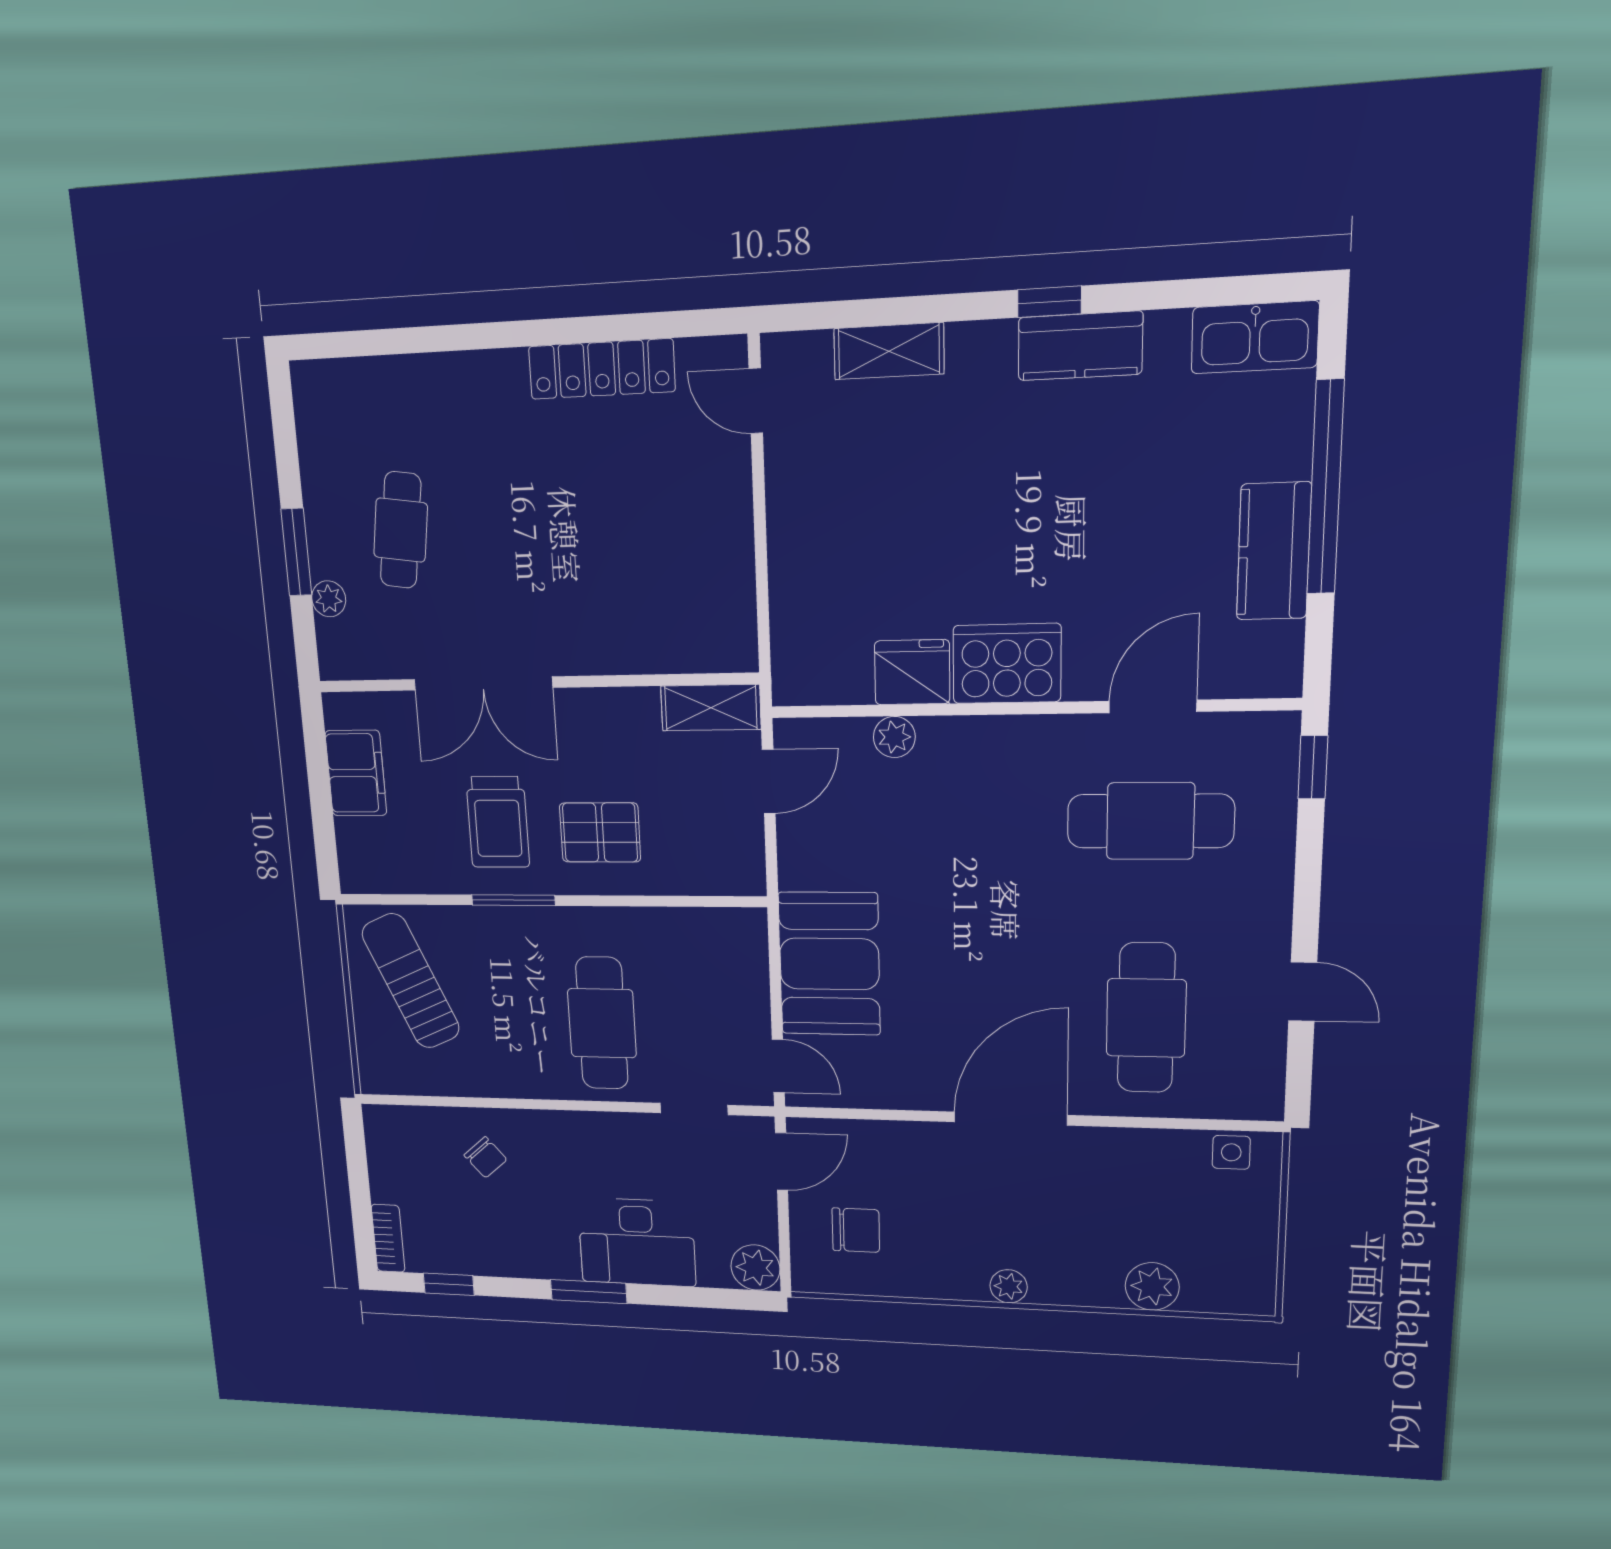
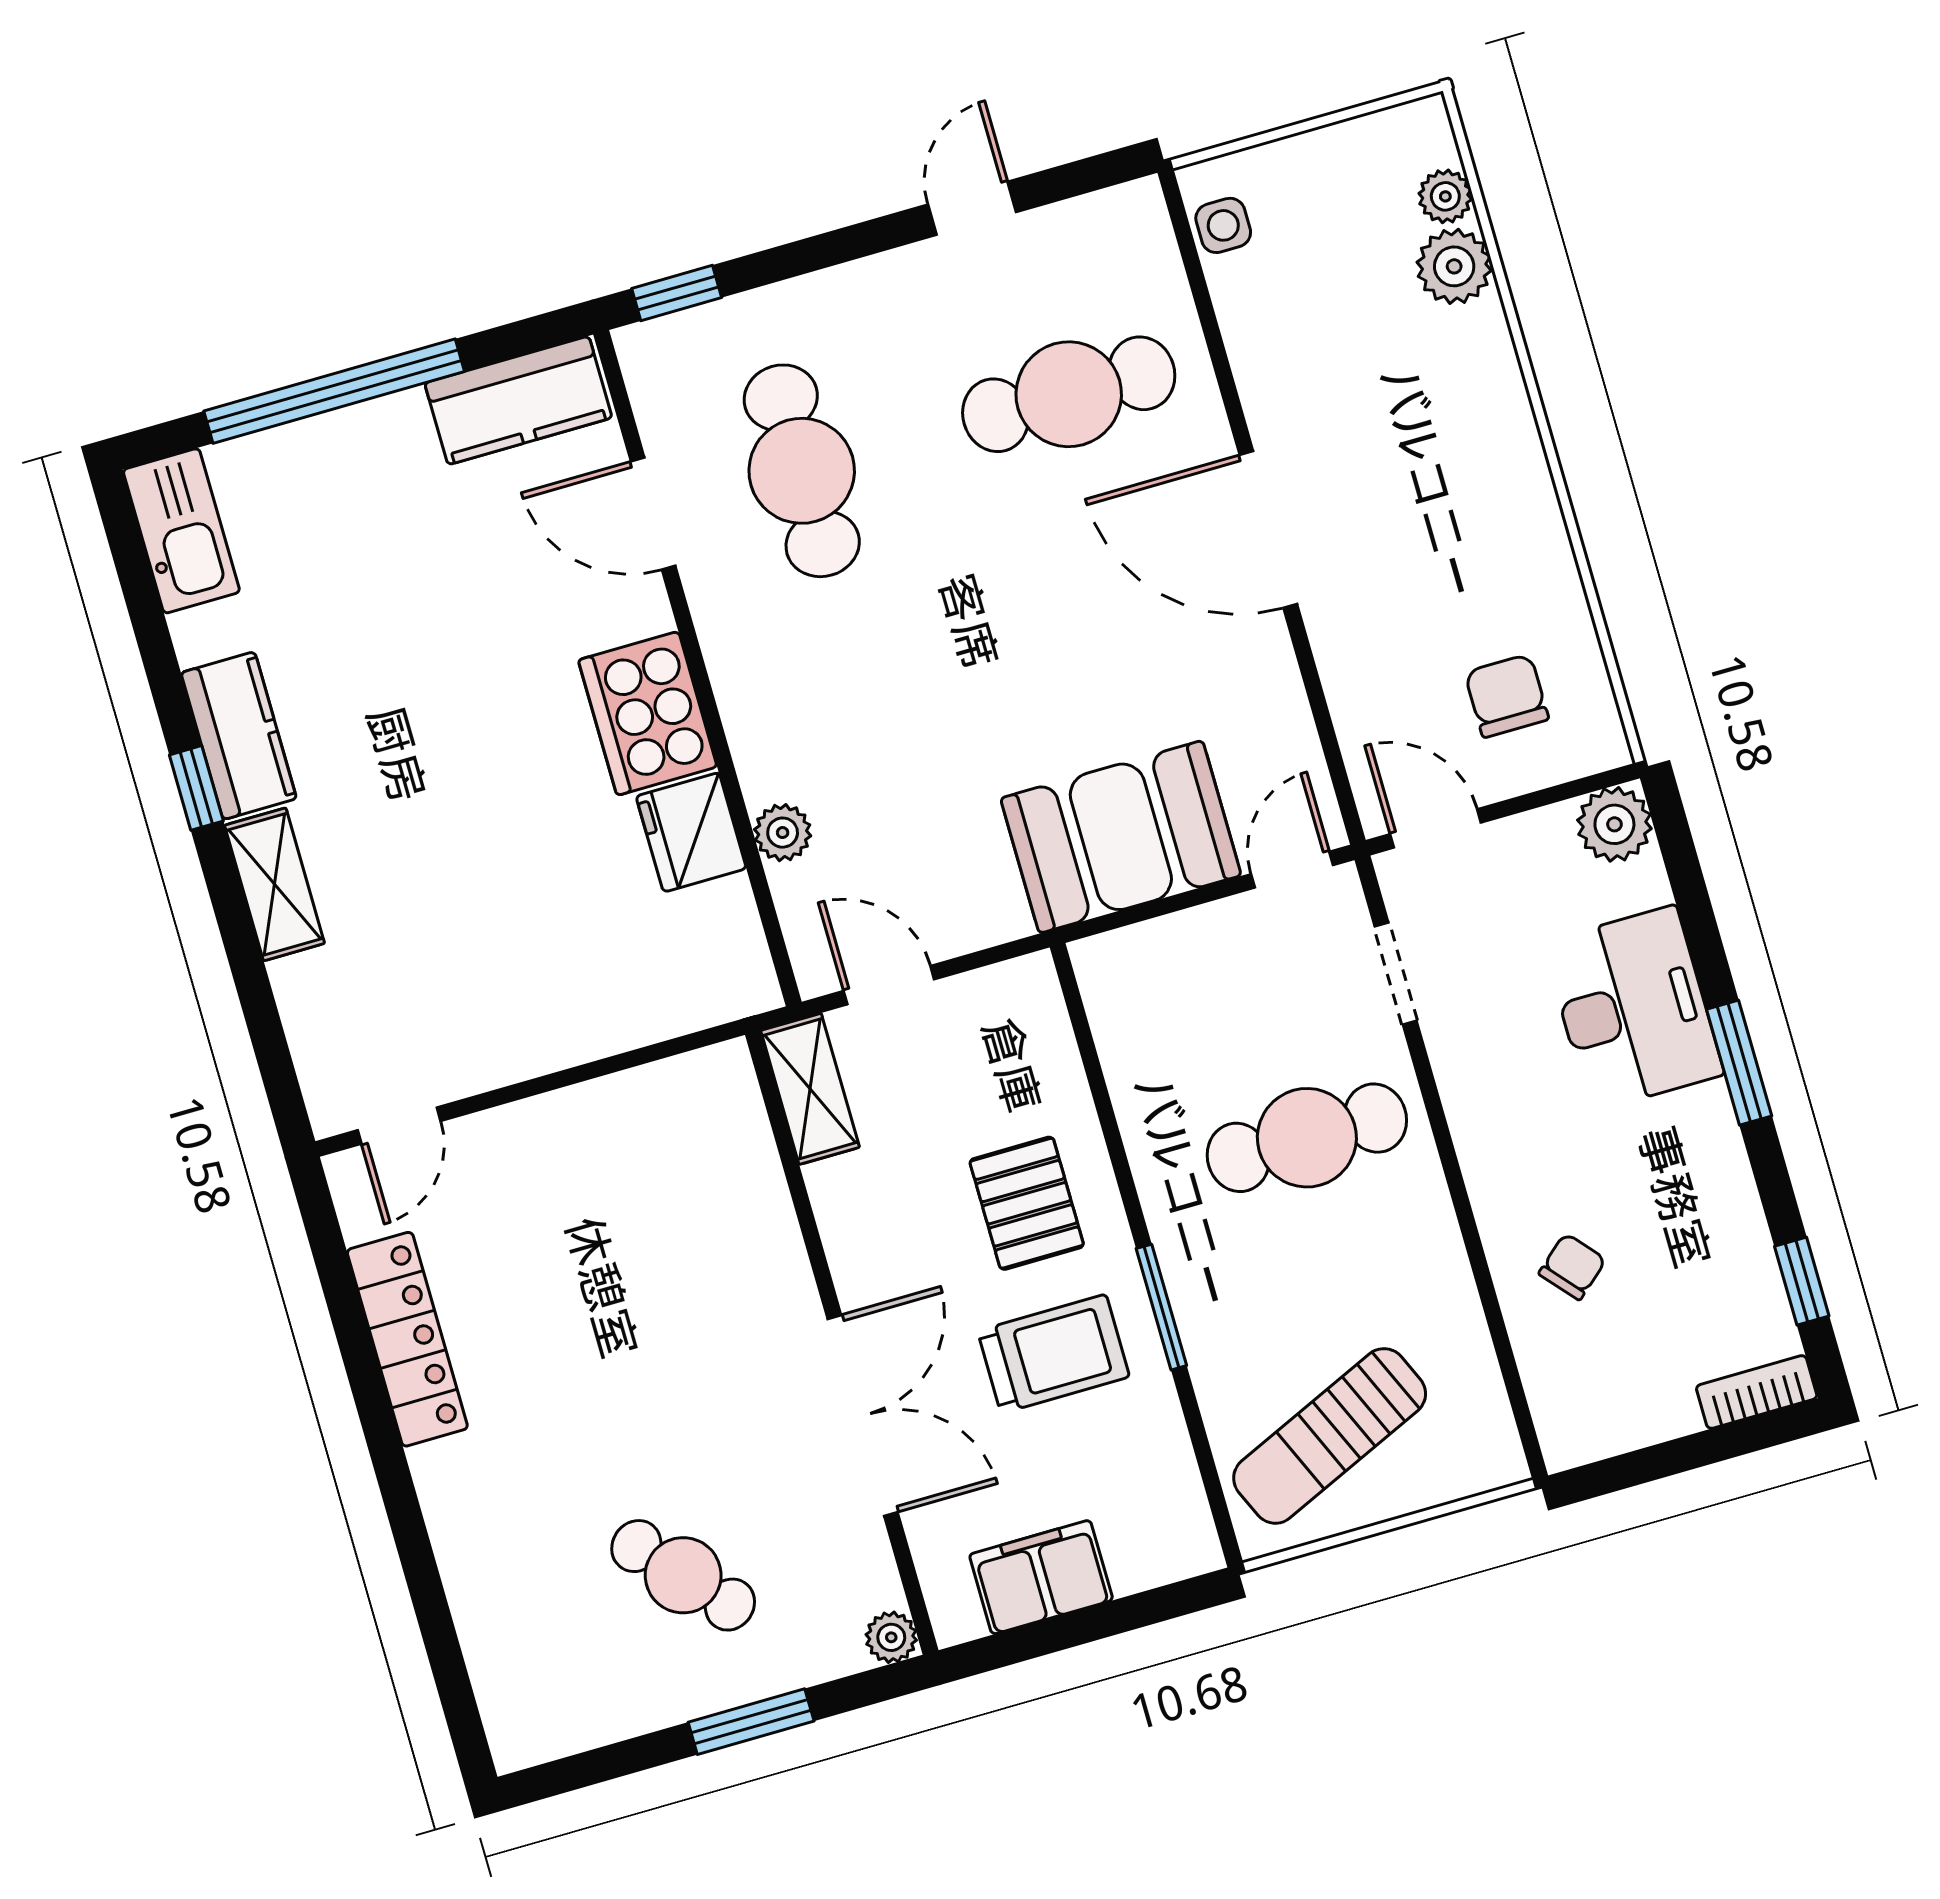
shelving: (889, 351) -> (275, 884), moved
cafe table: (401, 530) -> (683, 1575), turned 40
kitchen counter: (1274, 551) -> (518, 400), moved
plant: (329, 599) -> (891, 1637), moved
plant: (1009, 1286) -> (1445, 196), moved

